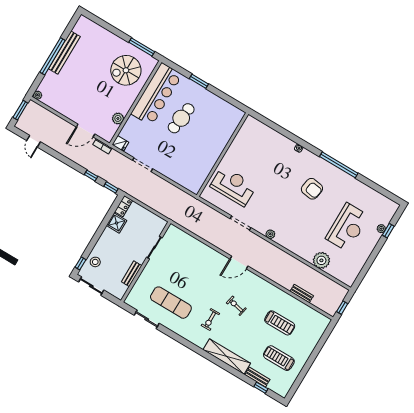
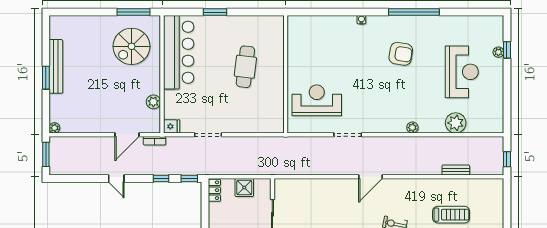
window: (53, 56) -> (46, 78), width x0.47
cafe table: (181, 118) -> (245, 67), moved
door: (34, 141) -> (116, 179), moved
shower: (117, 223) -> (244, 188), moved
plant: (270, 234) -> (412, 128), moved

